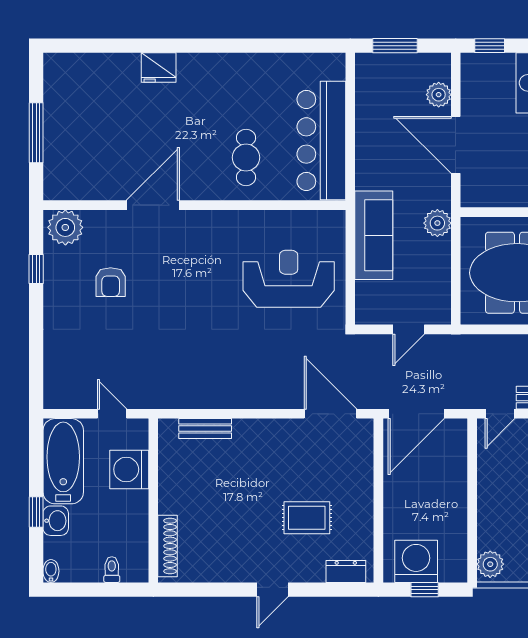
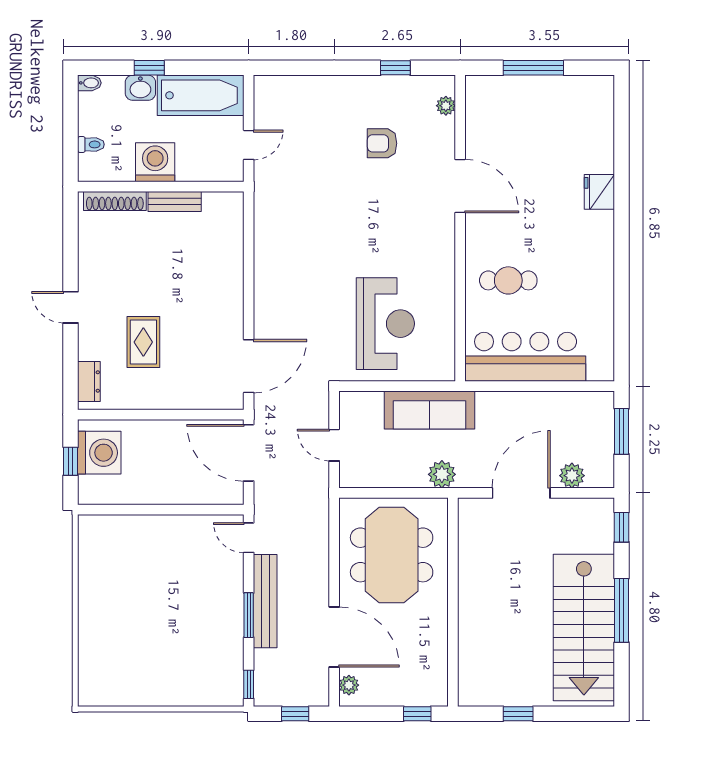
plant: (65, 227) -> (446, 106), width x0.53, depth x0.53
bench: (205, 428) -> (175, 201), moved, turned 90
washing machine: (129, 469) -> (155, 162), moved
plant: (490, 564) -> (96, 528), removed

